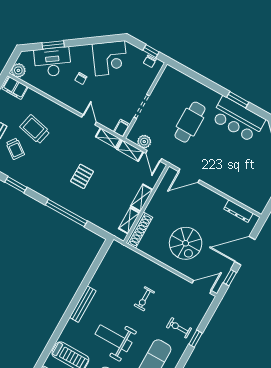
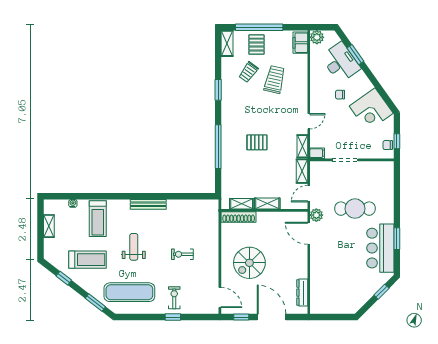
plant: (144, 142) -> (316, 215), moved
weight bench: (113, 338) -> (134, 247), width x0.73, depth x0.75

